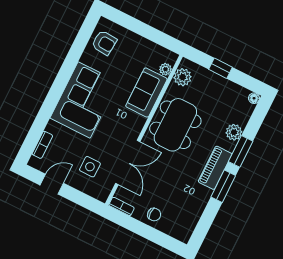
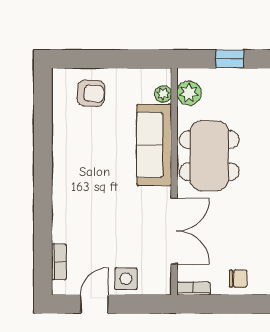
armchair: (104, 43) -> (91, 93), moved
sofa: (146, 93) -> (154, 145), width x1.36
corner sofa: (84, 100) -> (82, 181), removed
side table: (90, 167) -> (126, 279), moved

